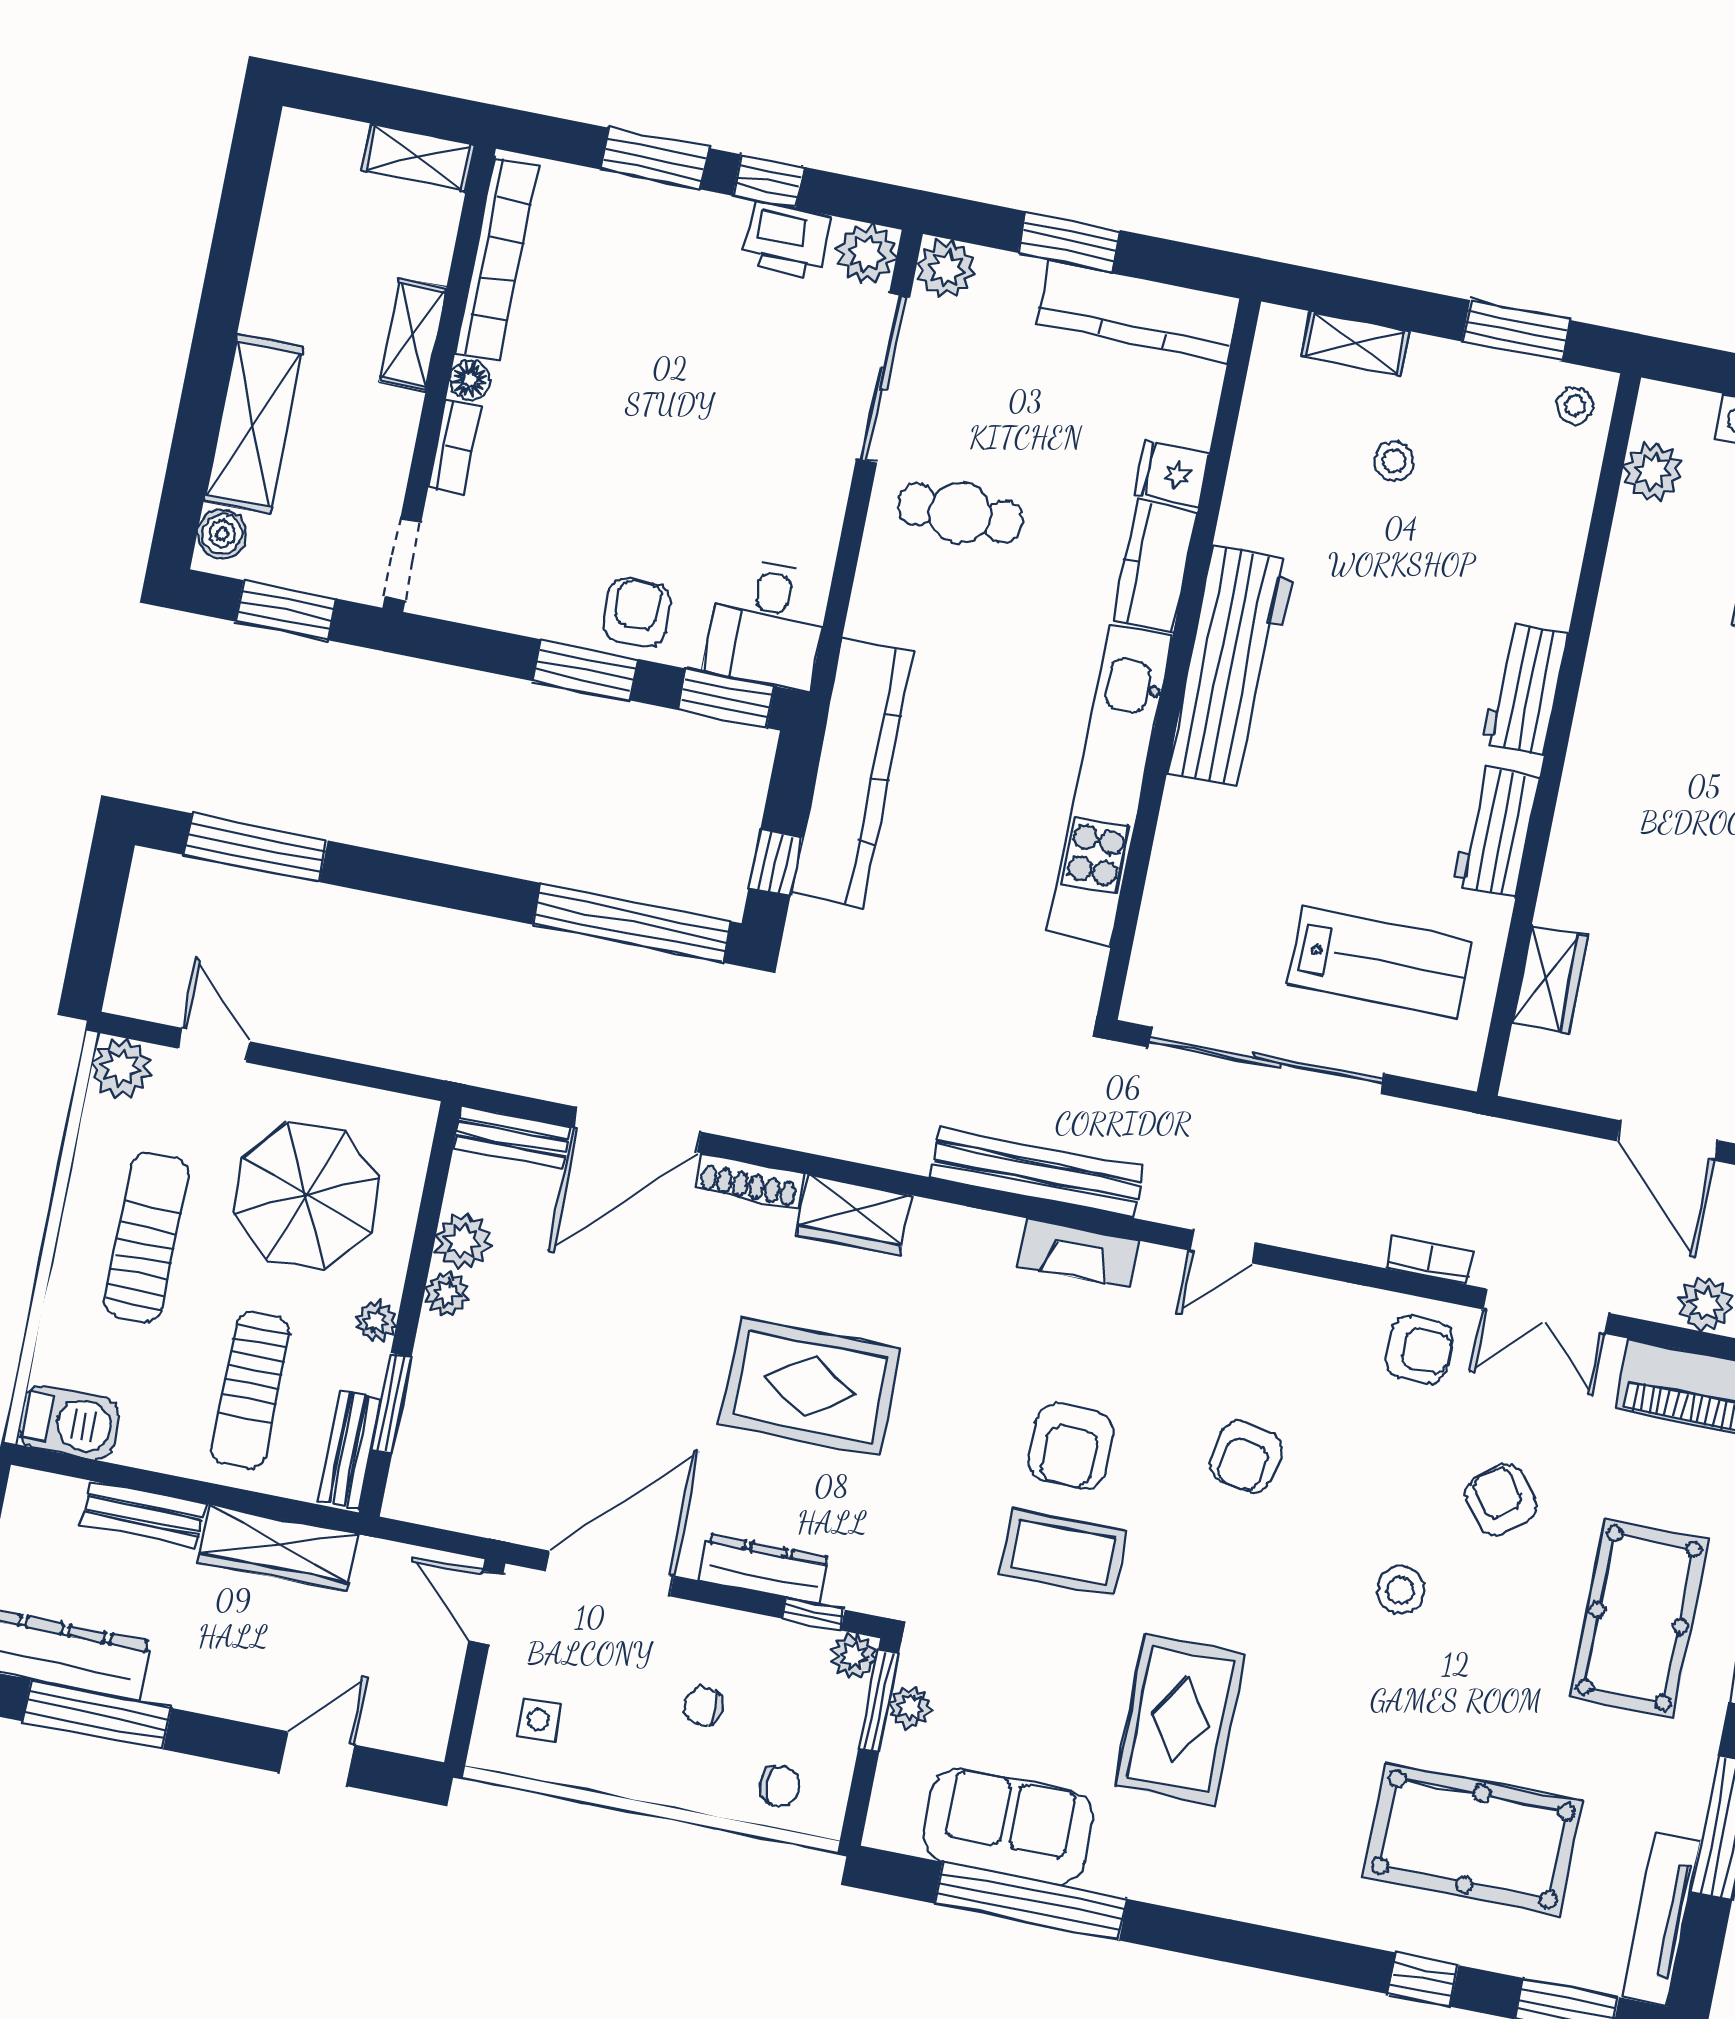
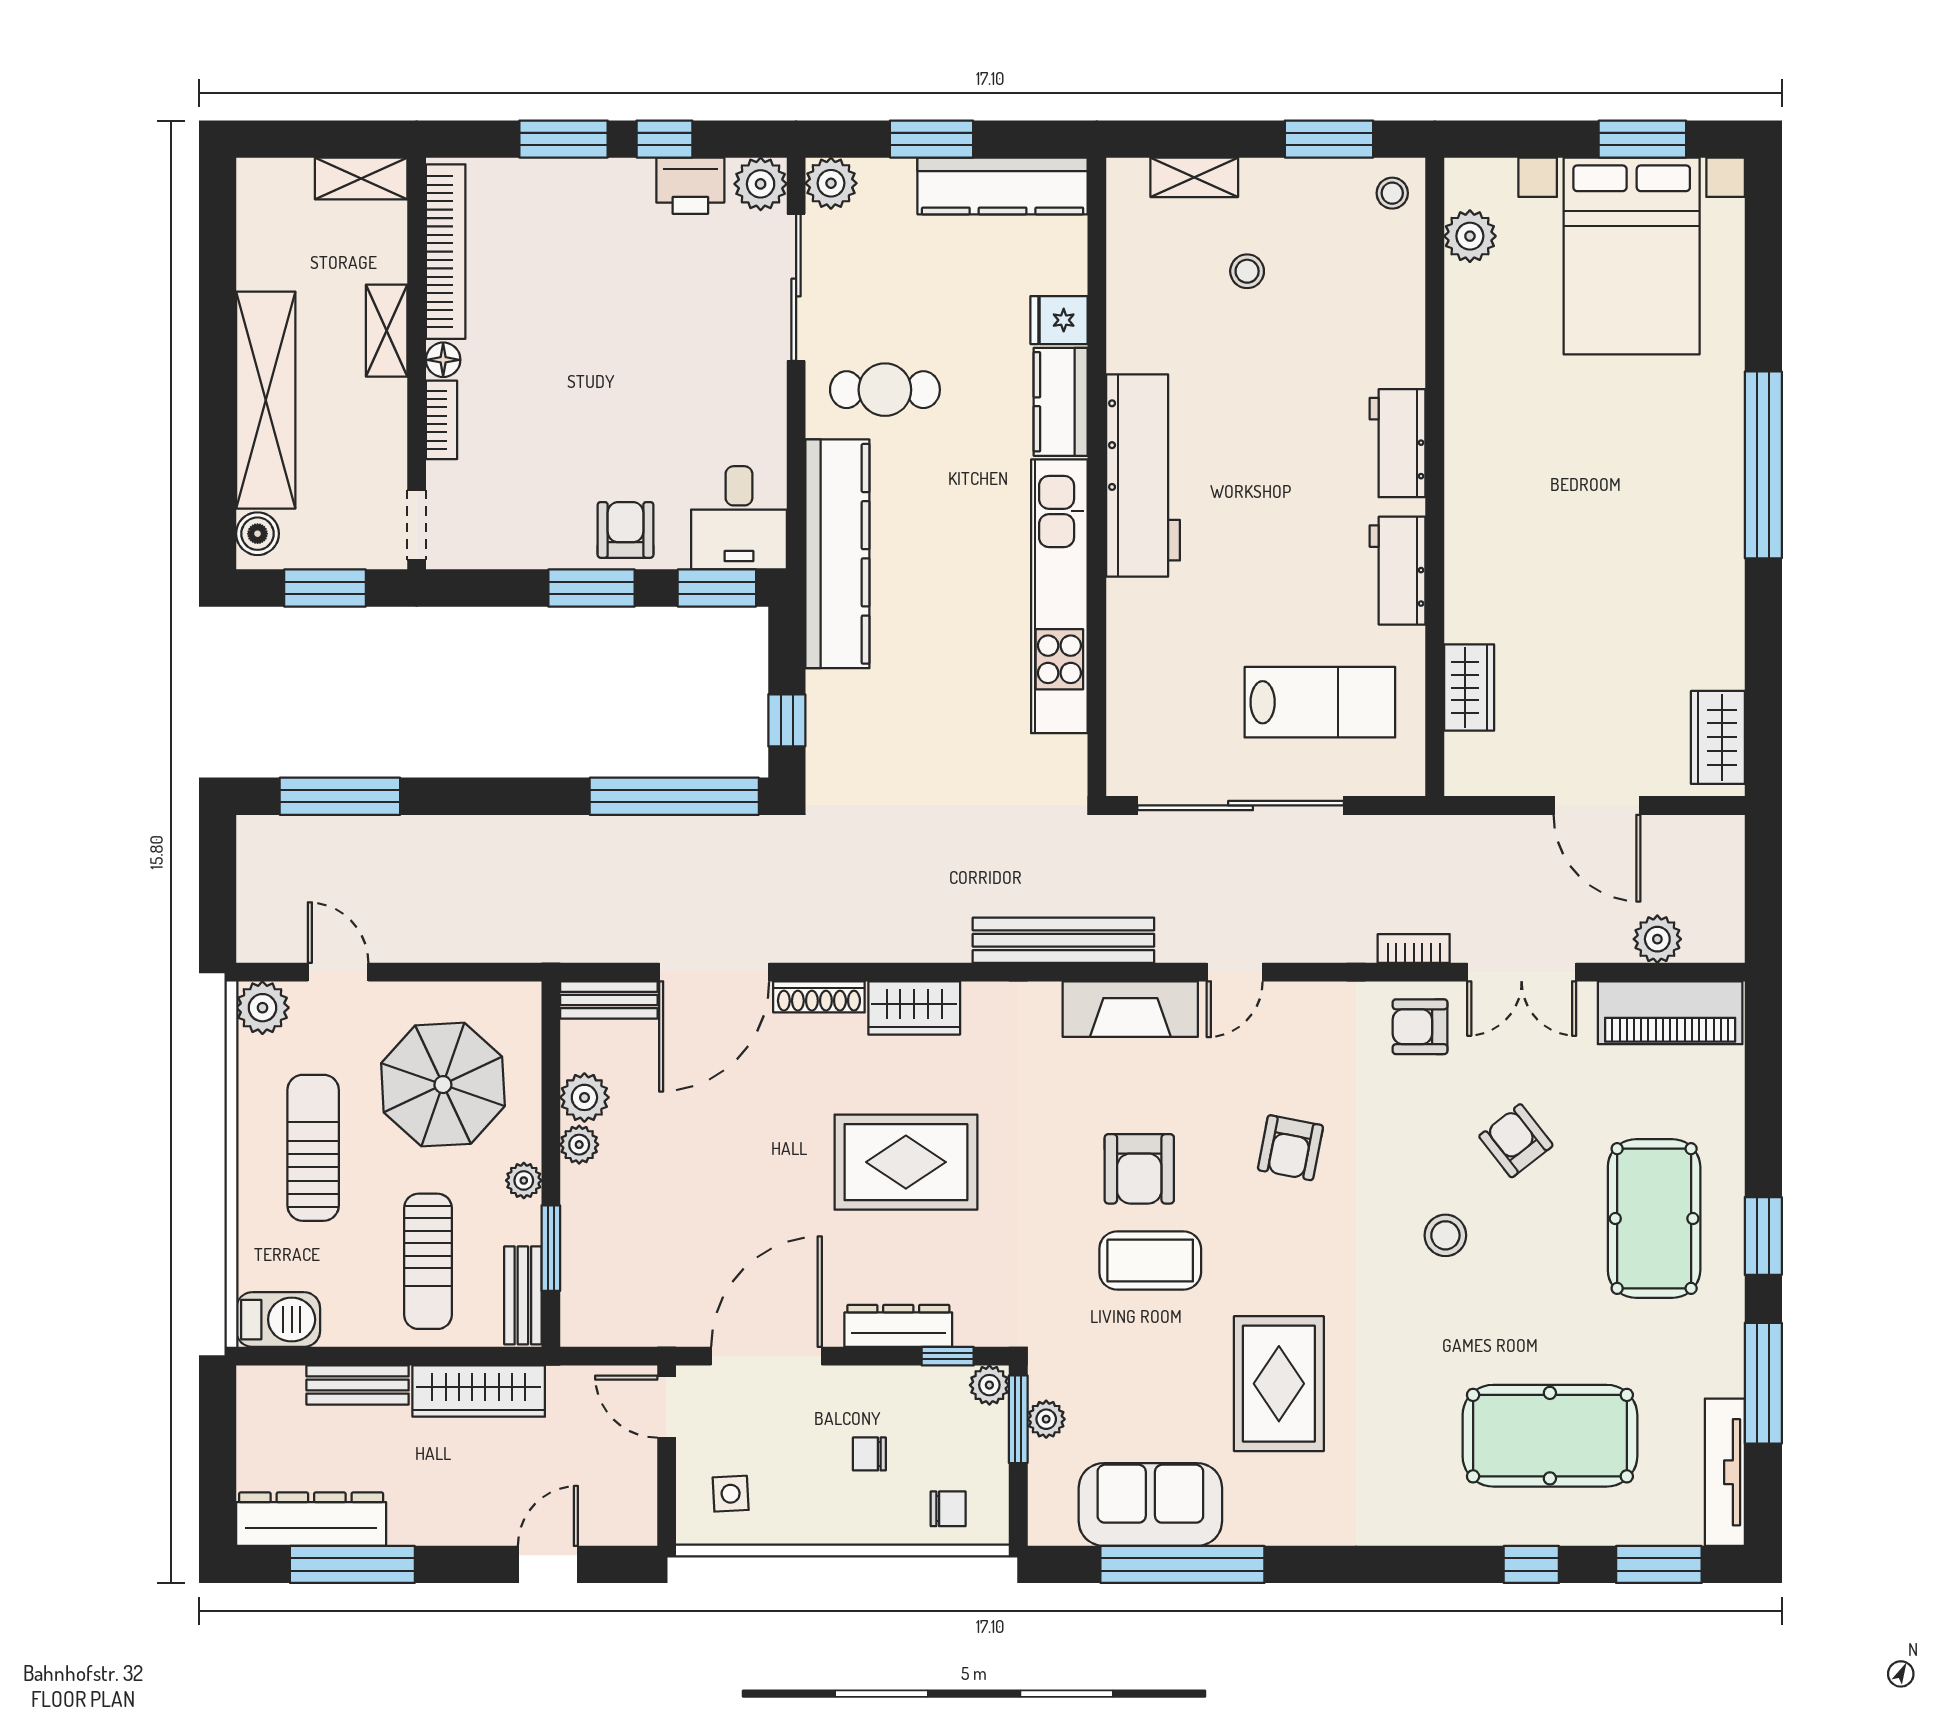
shelving: (253, 424) -> (266, 400), width x1.47
kitchen counter: (852, 773) -> (837, 554), moved
fireplace: (1078, 1253) -> (1130, 1009), width x1.37, depth x1.32
armchair: (1419, 1350) -> (1420, 1027), turned 180

